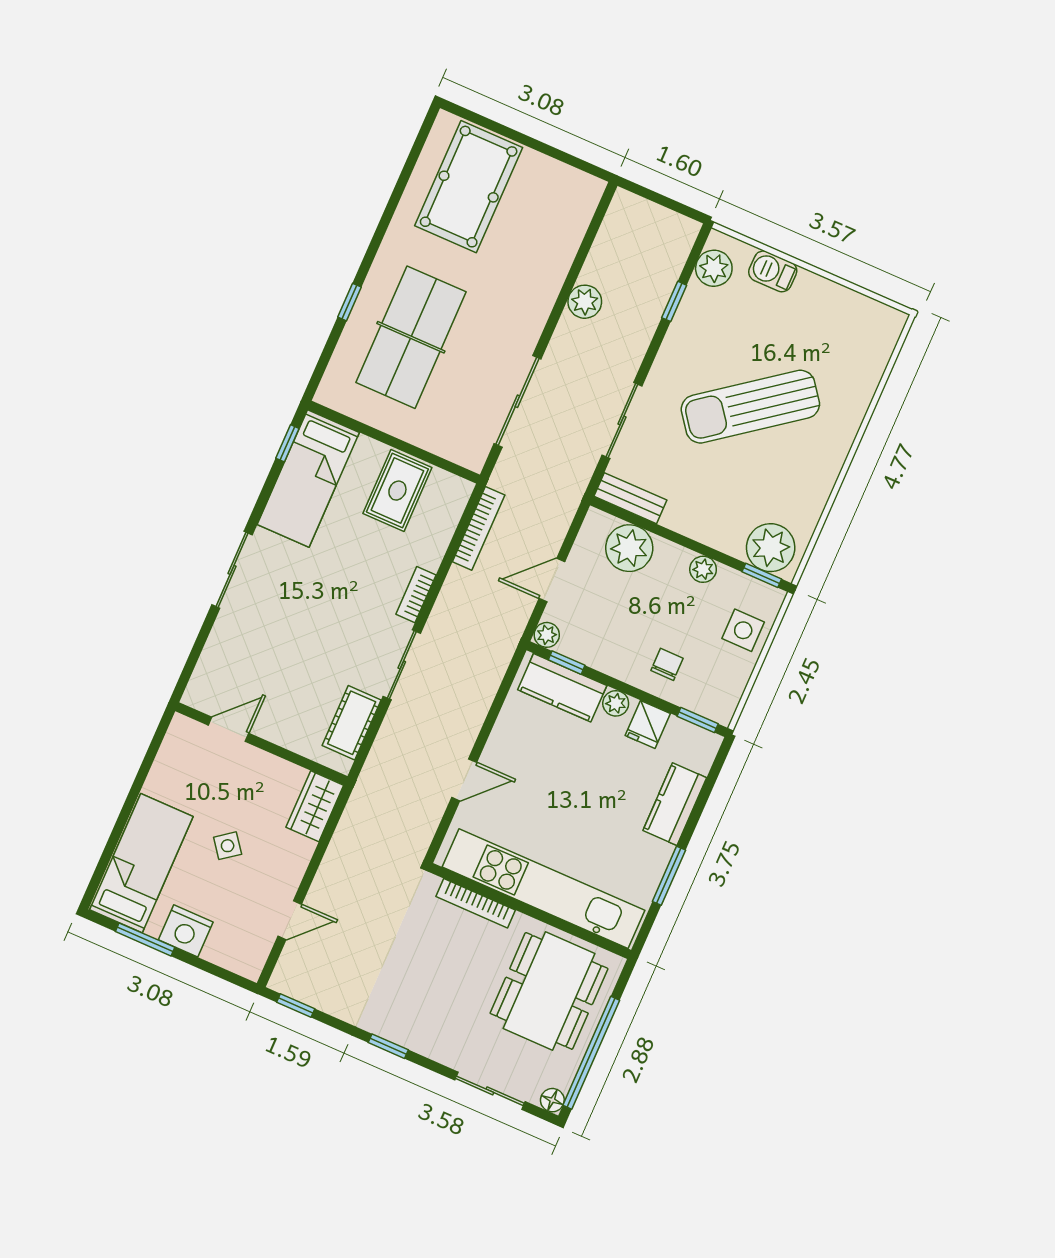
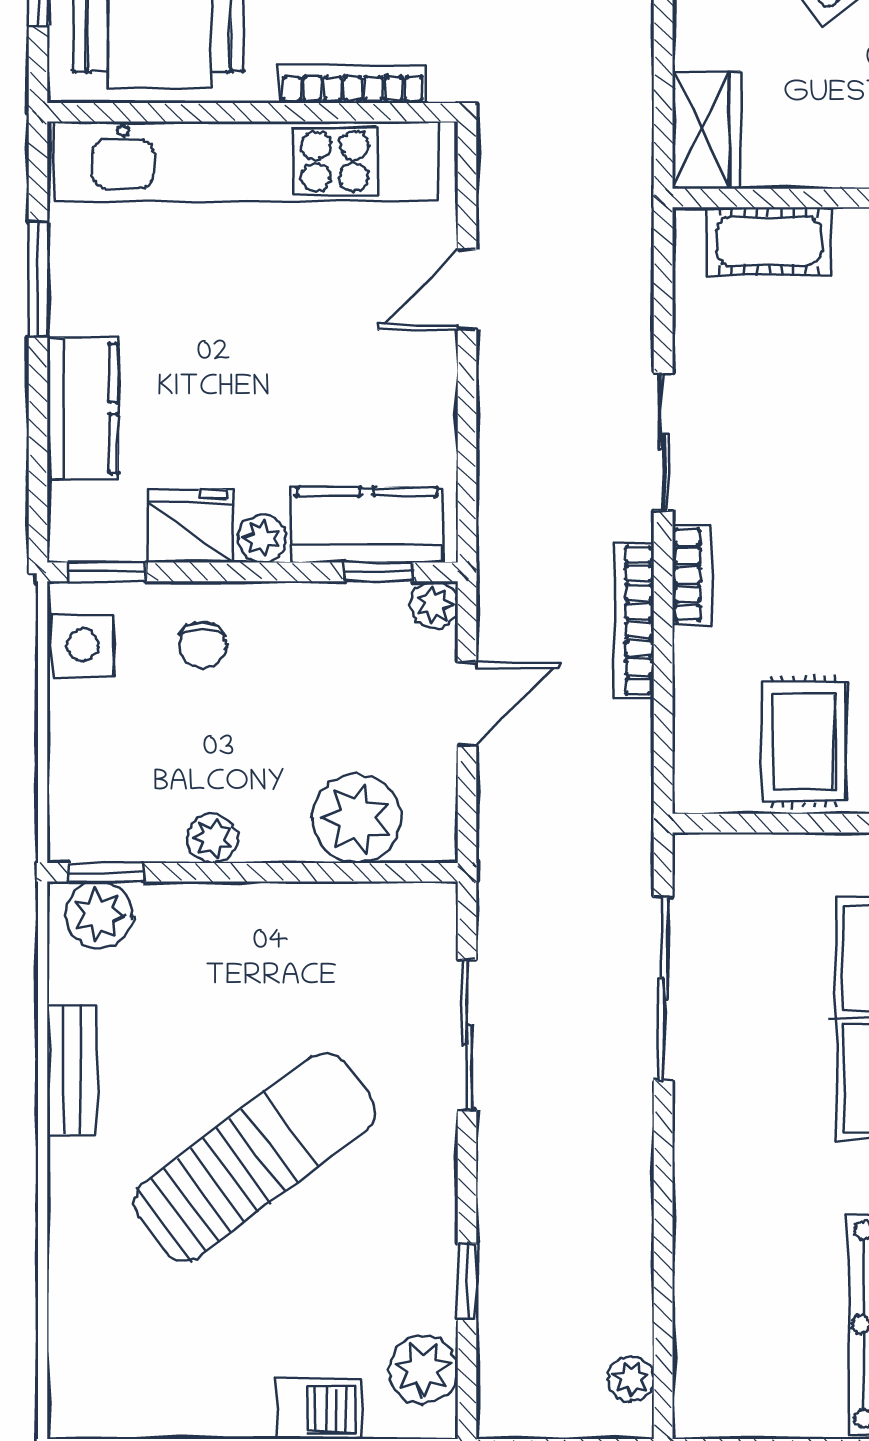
plant: (585, 302) -> (631, 1379), moved, width x0.73, depth x0.73
bench: (630, 498) -> (72, 1069), moved, turned 90
bookcase: (479, 528) -> (634, 620), moved
plant: (771, 548) -> (99, 915), width x0.73, depth x0.73
side table: (743, 630) -> (83, 645), moved
cot: (352, 723) -> (769, 241), moved, turned 90
fridge: (648, 724) -> (190, 526), width x1.38

